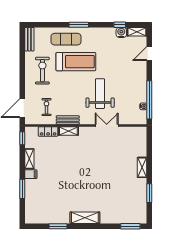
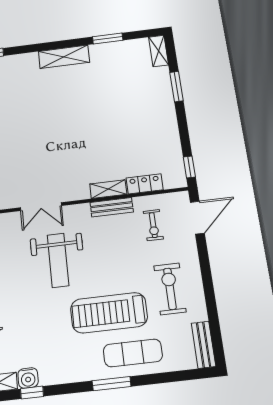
exercise bike: (42, 71) -> (170, 289), turned 180
shelving: (29, 159) -> (158, 51), moved
filing cabinet: (31, 174) -> (165, 111), removed

